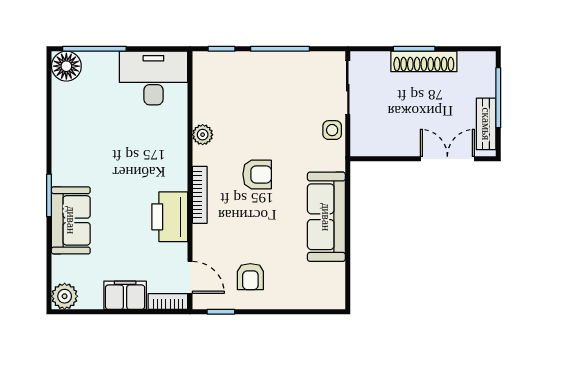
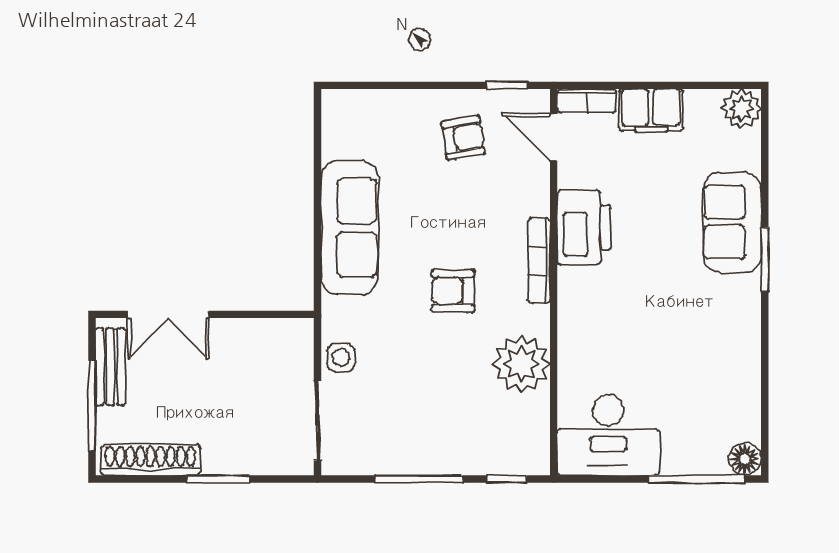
shoe rack: (424, 61) -> (150, 460), moved
floor lamp: (66, 66) -> (745, 459), width x0.73, depth x0.73
plant: (203, 135) -> (521, 364), width x1.87, depth x1.87
armchair: (250, 277) -> (463, 138), turned 81

